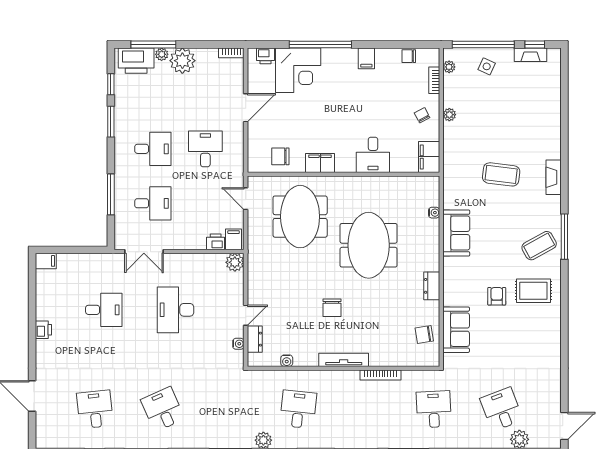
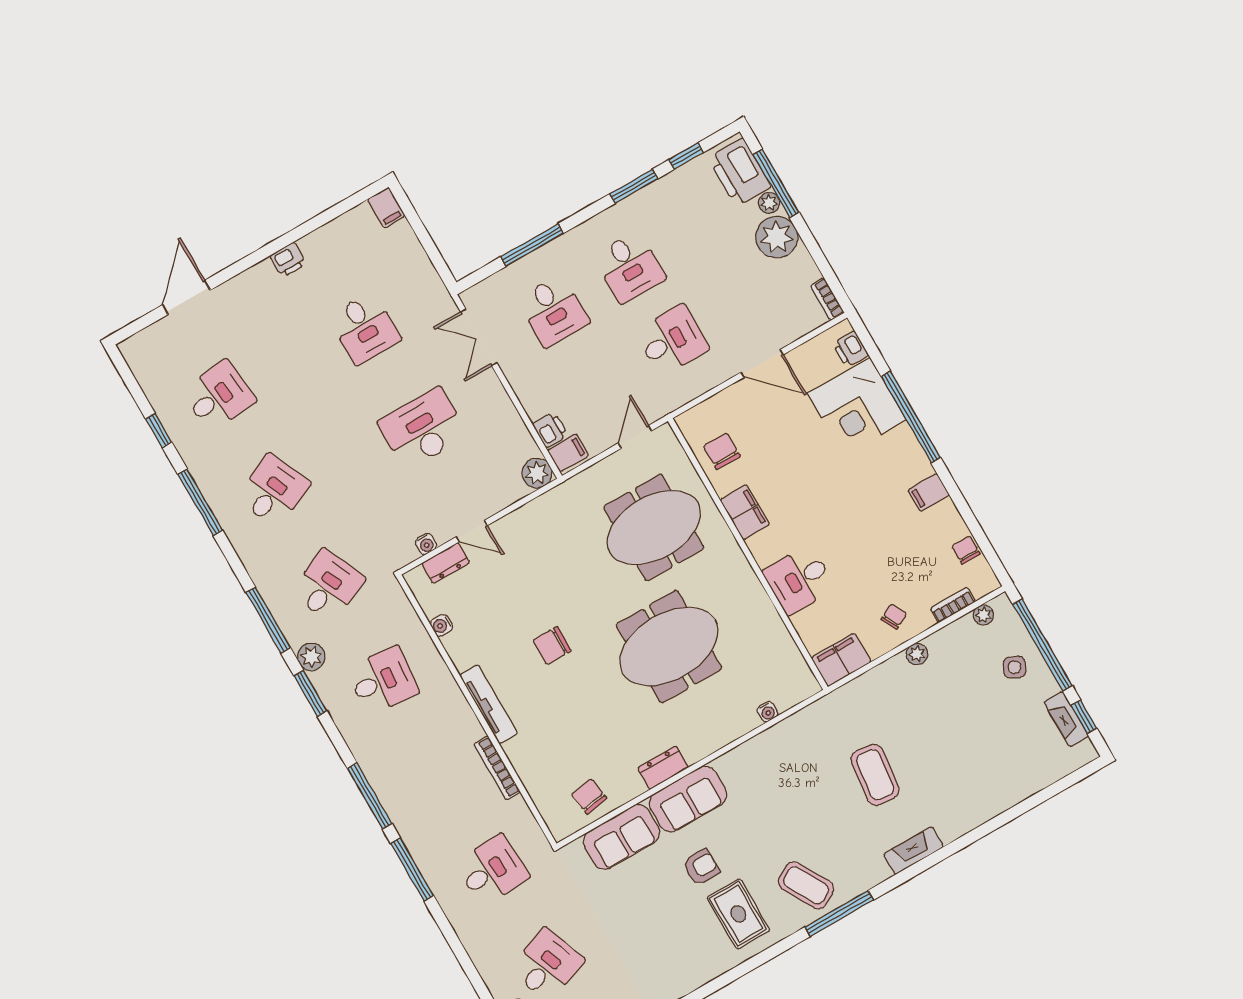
sofa: (456, 233) -> (688, 799), moved
desk: (230, 409) -> (328, 586), added

